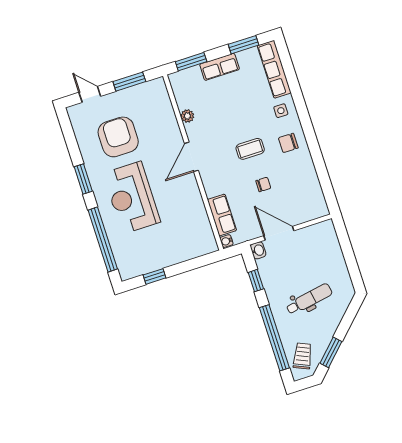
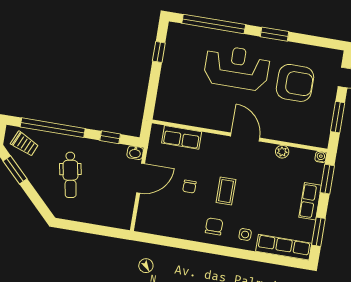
water cooler: (226, 241) -> (321, 157), moved

